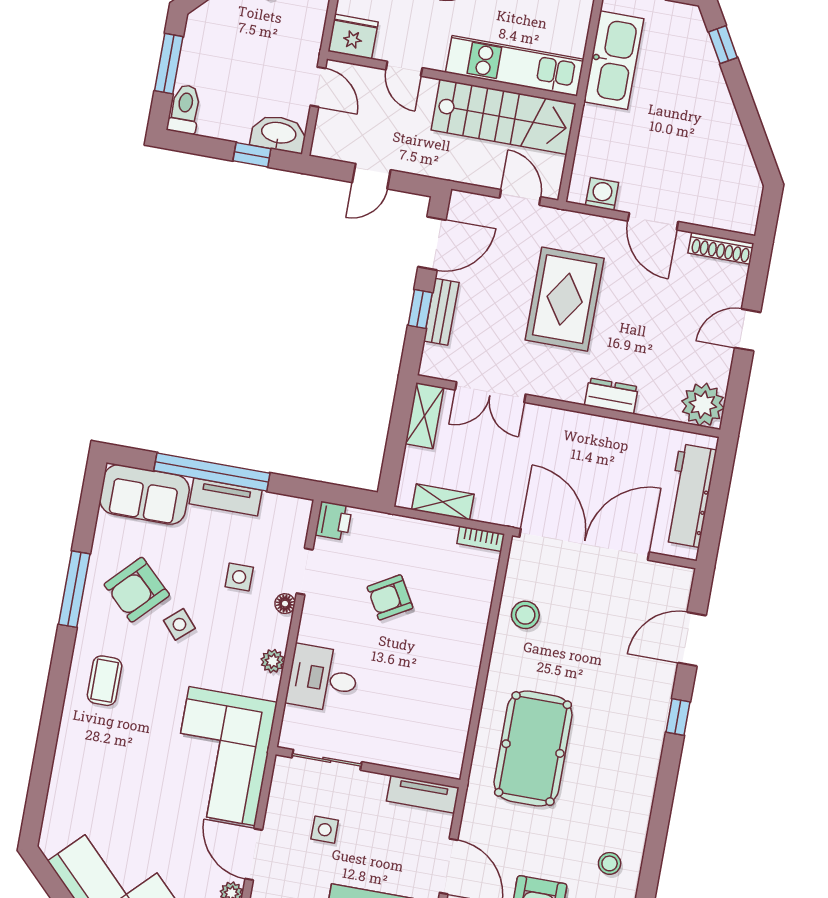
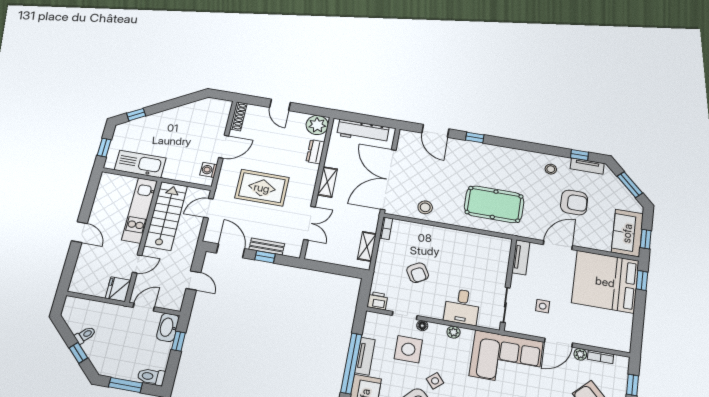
dresser: (611, 396) -> (315, 152), moved
shelving: (424, 416) -> (327, 182), moved, turned 90
side table: (239, 577) -> (408, 349), width x1.87, depth x1.87

